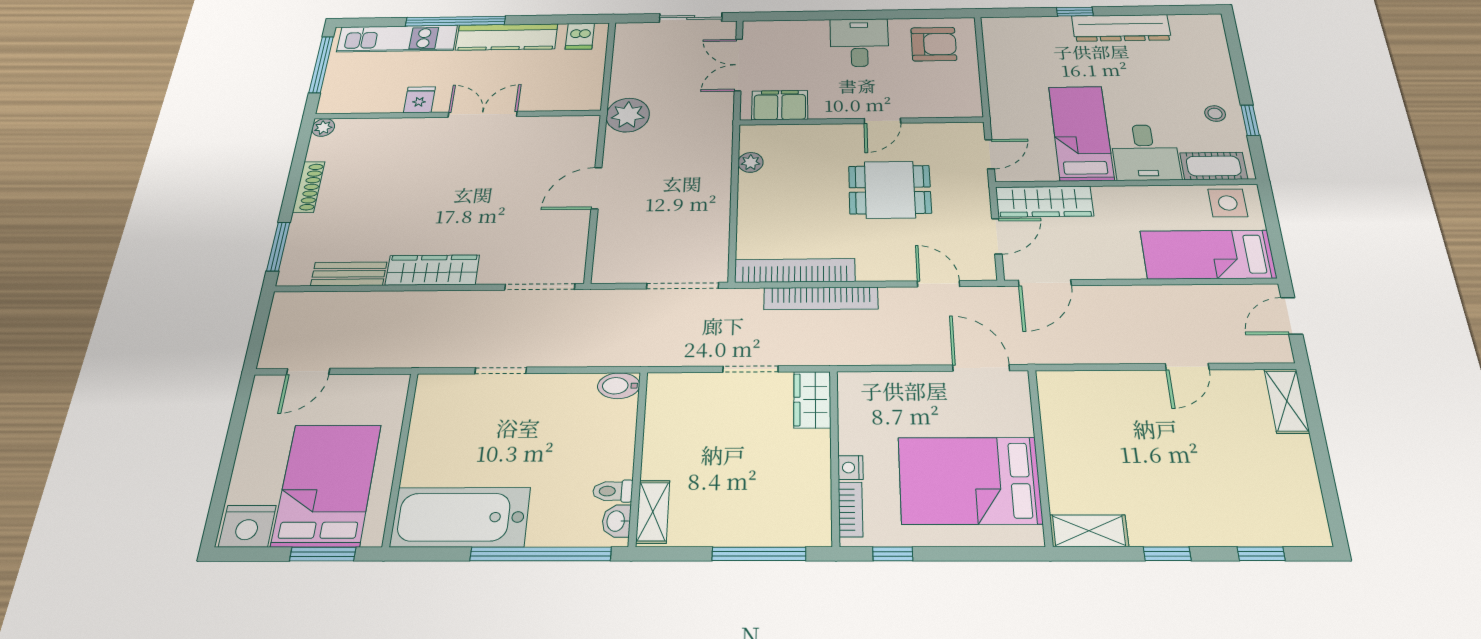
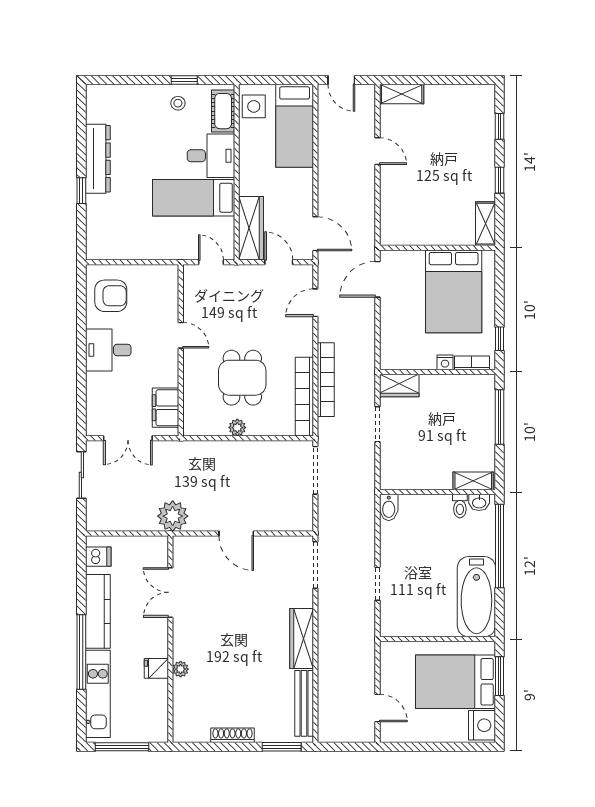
armchair: (934, 44) -> (111, 296), turned 90
double door: (483, 114) -> (170, 592), moved
plant: (323, 127) -> (181, 669), moved
plant: (751, 162) -> (237, 428), moved
dining table: (890, 190) -> (242, 378), moved
bench: (349, 274) -> (304, 703), width x1.36

